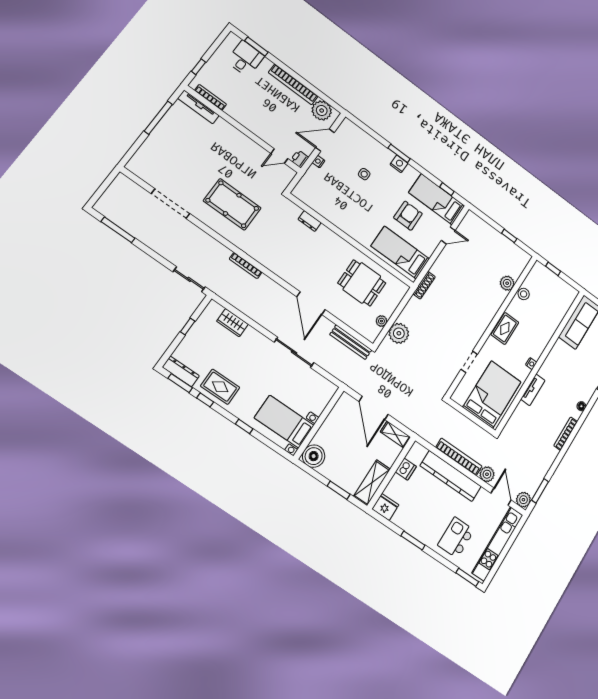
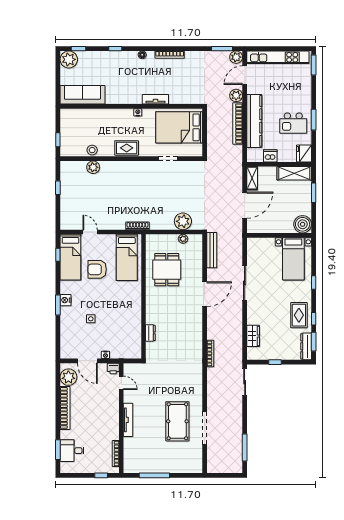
tv unit: (198, 107) -> (128, 420), moved
pool table: (232, 204) -> (177, 421), moved
kitchen island: (456, 538) -> (293, 123), moved

